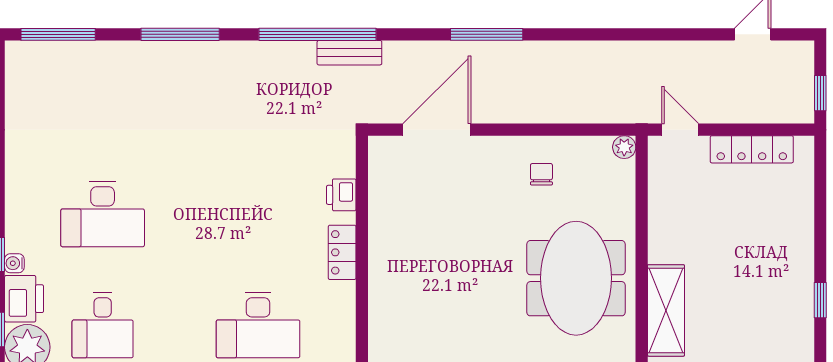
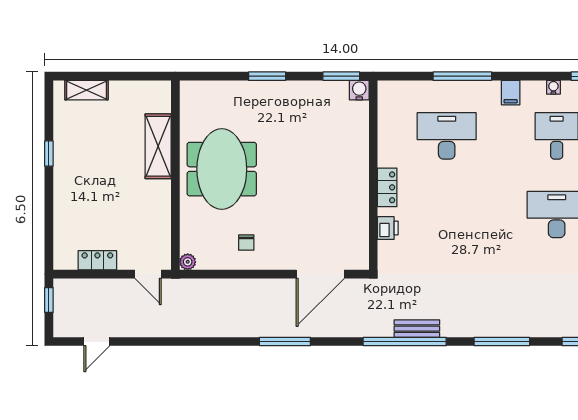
bench: (349, 53) -> (417, 329), moved
locker: (752, 149) -> (97, 260), width x0.66

